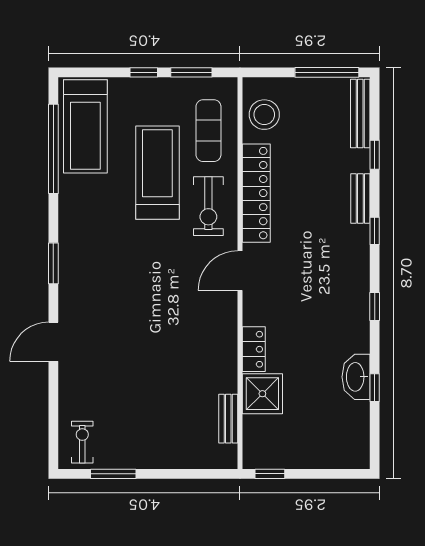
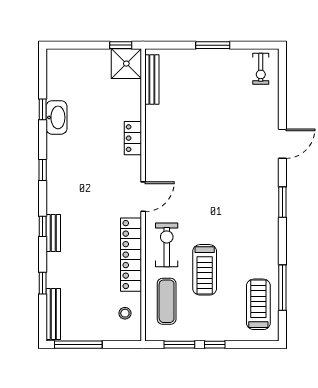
stool: (264, 115) -> (125, 313), width x0.53, depth x0.53
treadmill: (85, 126) -> (258, 304), width x0.73, depth x0.73
window: (53, 149) -> (282, 288), width x0.68
treadmill: (157, 173) -> (205, 270), width x0.73, depth x0.73
bench: (360, 199) -> (53, 233), moved
shower: (262, 394) -> (126, 64), moved
bench: (228, 419) -> (152, 80), width x1.36
window: (113, 474) -> (213, 45), moved

